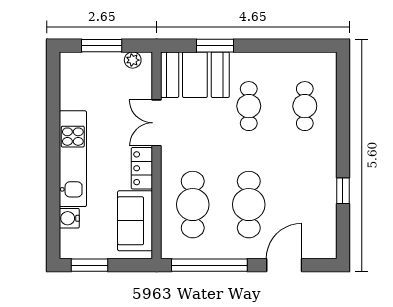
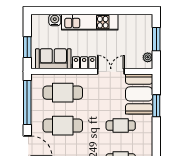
window: (90, 265) -> (27, 47), moved

